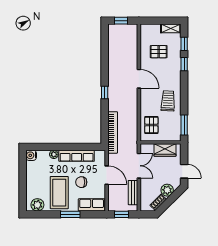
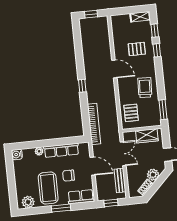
pallet: (159, 52) -> (137, 49), moved

